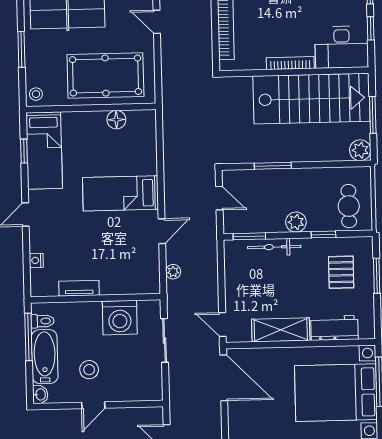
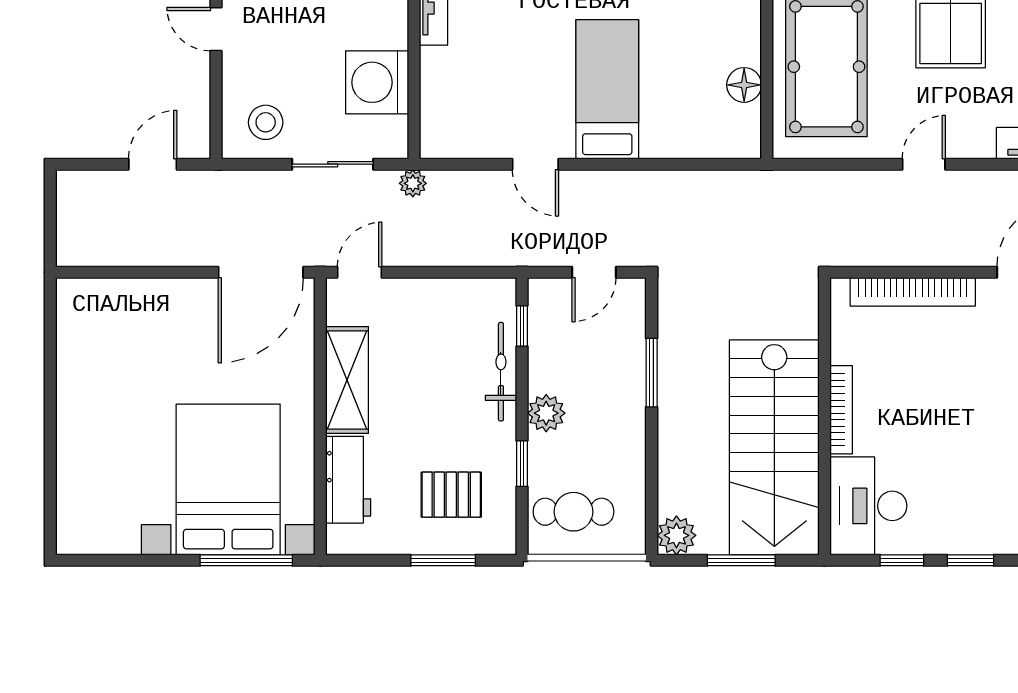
window: (249, 236) -> (522, 326), width x0.67
plant: (173, 272) -> (413, 183), moved
stool: (89, 370) -> (266, 122), moved

